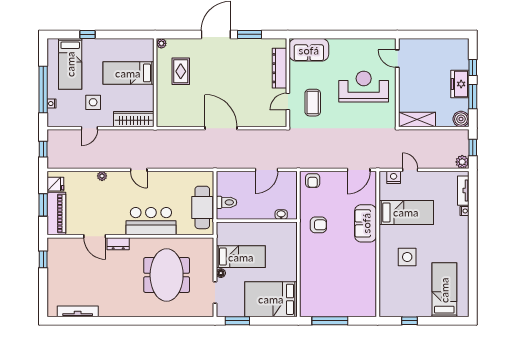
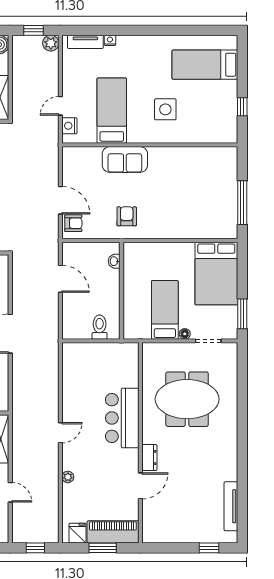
door: (359, 170) -> (60, 200), moved
cafe table: (202, 207) -> (106, 356), removed
window: (43, 259) -> (209, 548), moved

